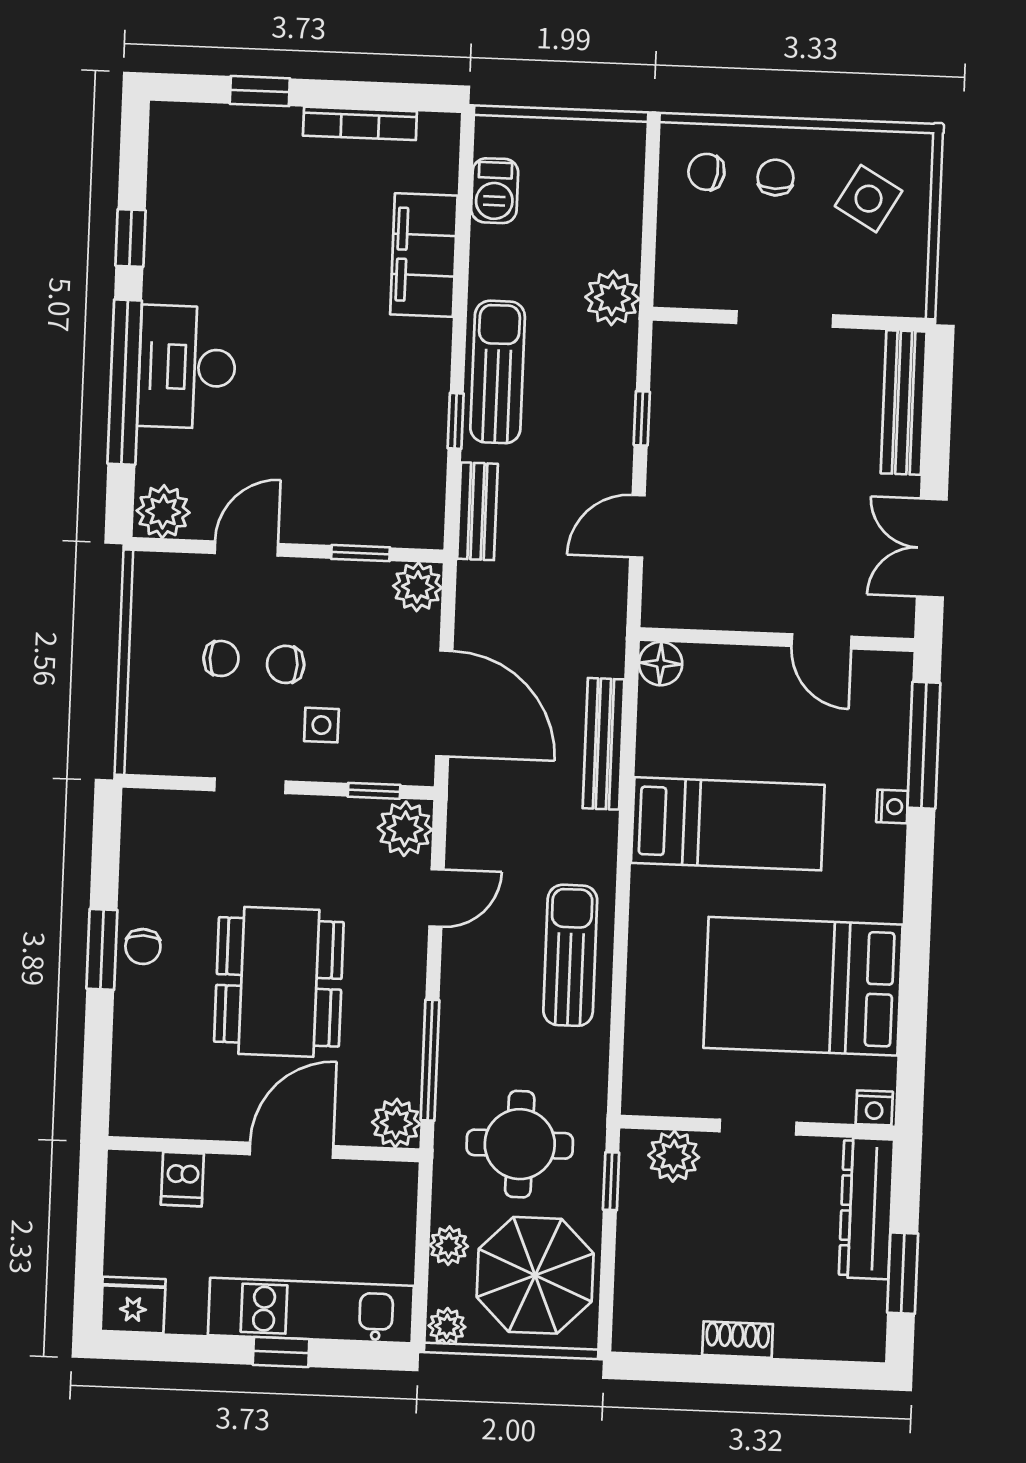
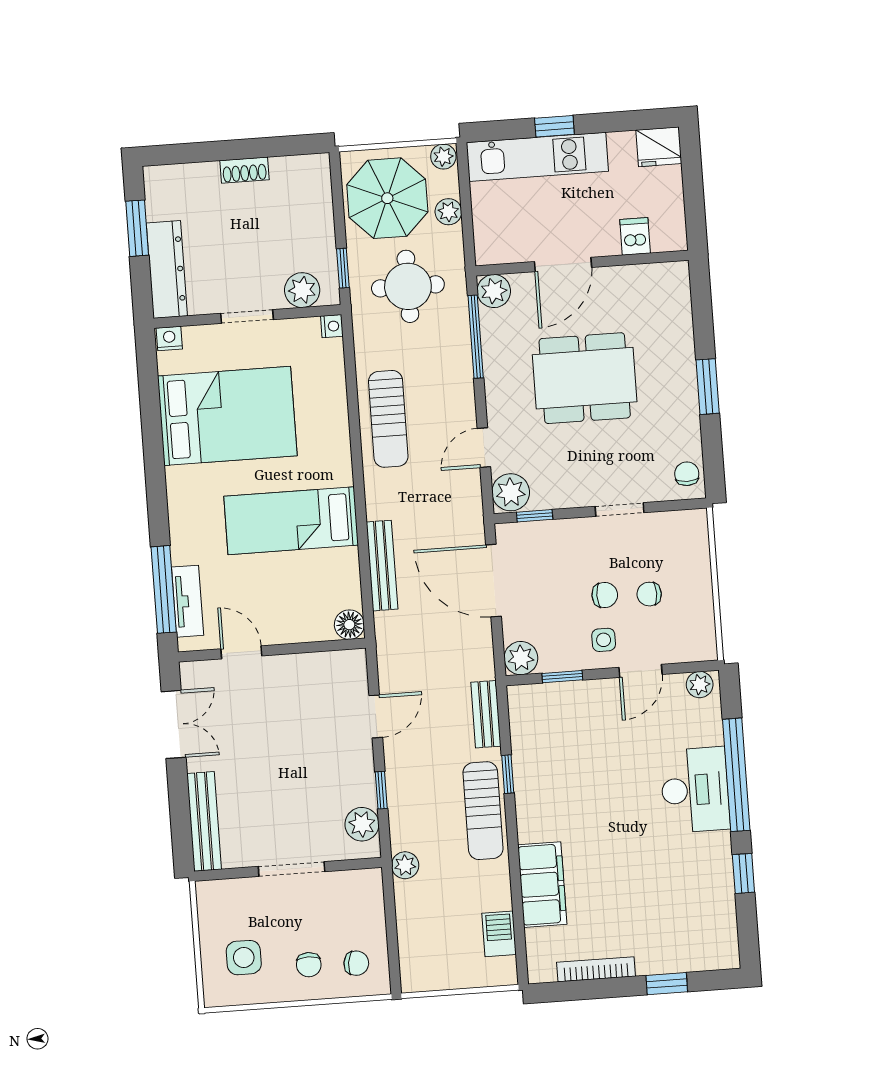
side table: (869, 199) -> (244, 958), turned -30
plant: (612, 298) -> (405, 865), width x0.73, depth x0.73
plant: (675, 372) -> (362, 824), added
plant: (163, 512) -> (700, 685), width x0.73, depth x0.73
tv unit: (891, 724) -> (188, 601), added
side table: (321, 725) -> (604, 640), moved
nightstand: (892, 807) -> (332, 326), moved, turned 180
chair: (143, 947) -> (687, 474), moved
dining table: (279, 982) -> (585, 378), turned 90

